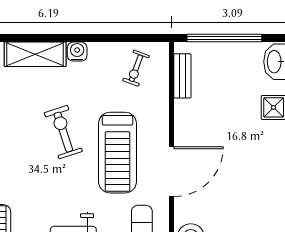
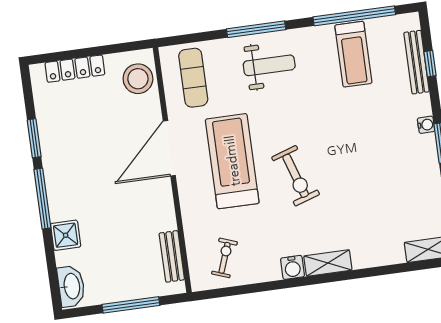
window: (224, 38) -> (131, 305), width x0.68
shelving: (35, 54) -> (328, 263), width x0.67, depth x0.75

